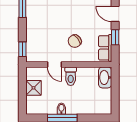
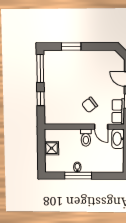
window: (22, 49) -> (41, 99), moved
door: (55, 64) -> (101, 127), moved

